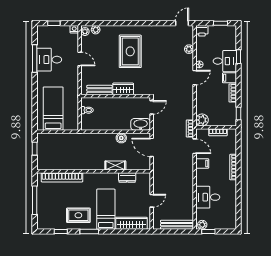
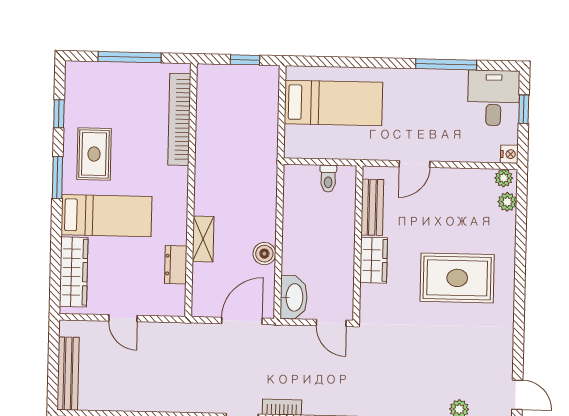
door: (80, 59) -> (415, 164), moved
desk: (49, 60) -> (494, 98), moved

